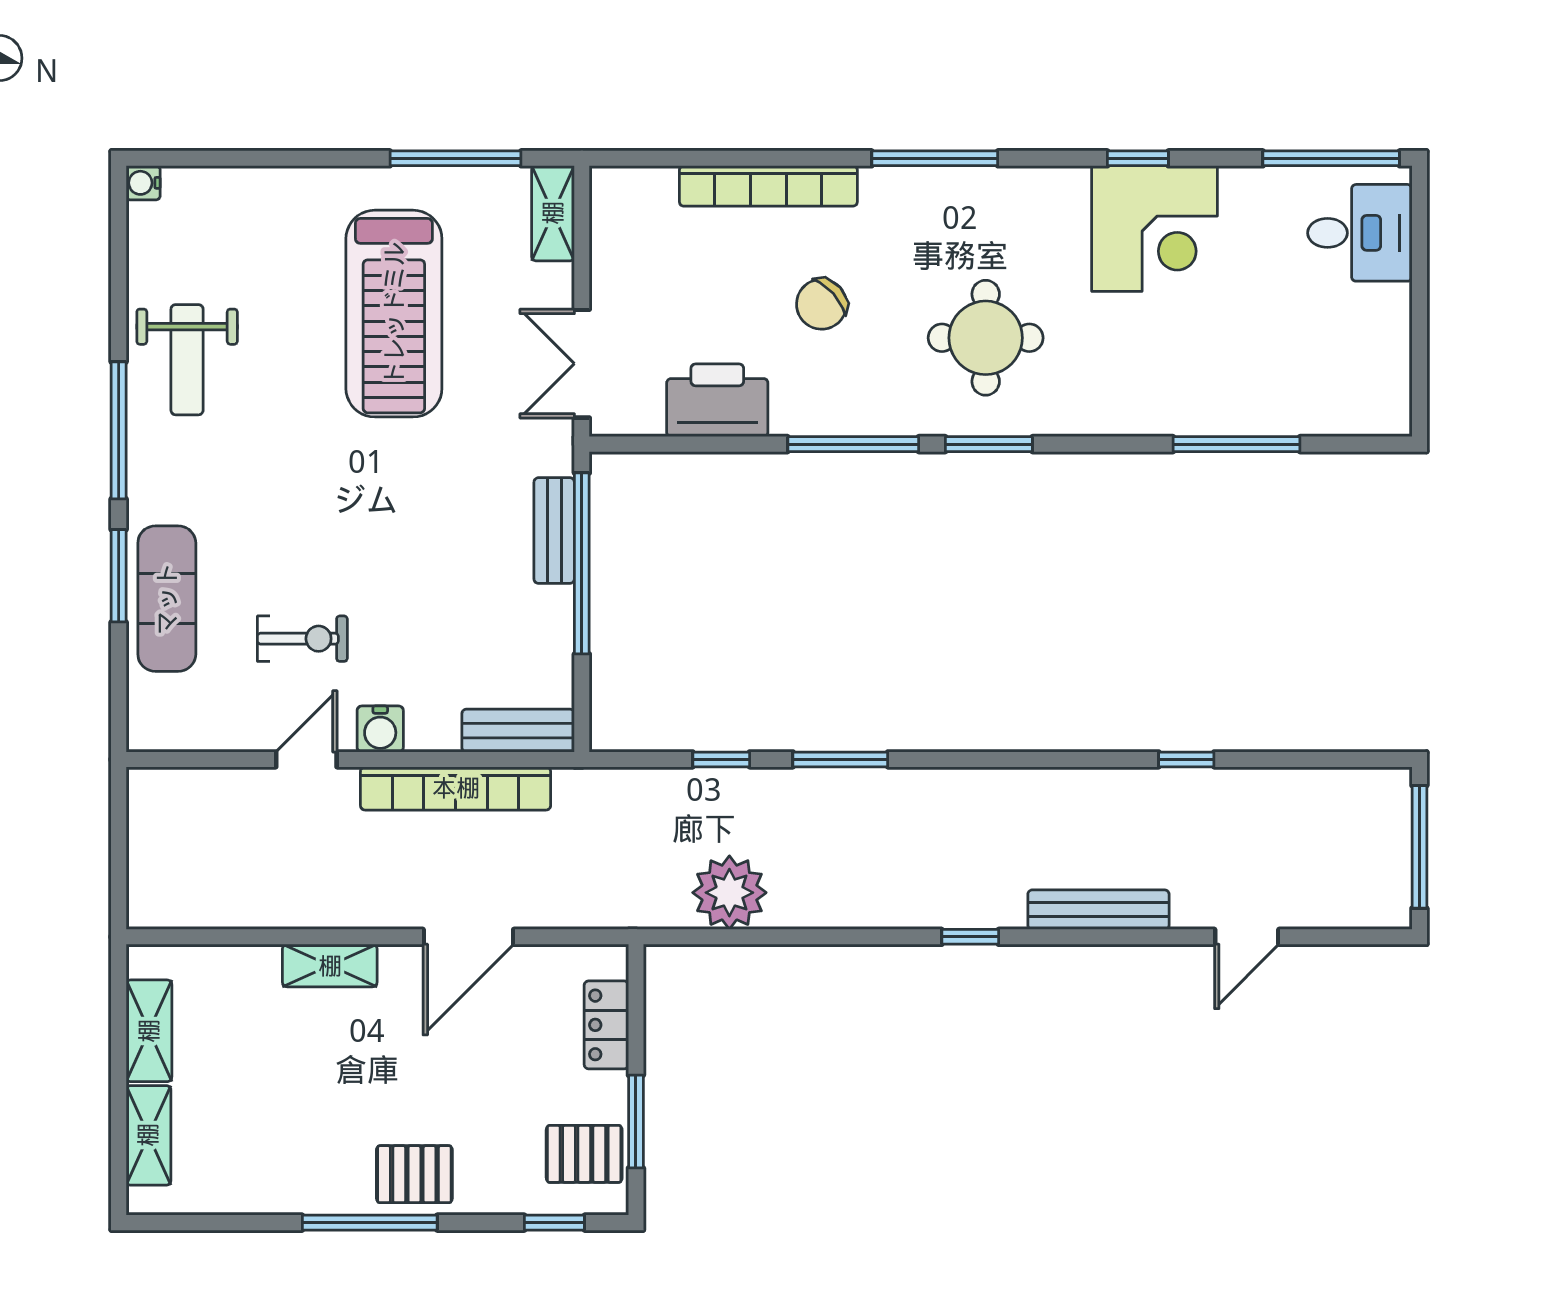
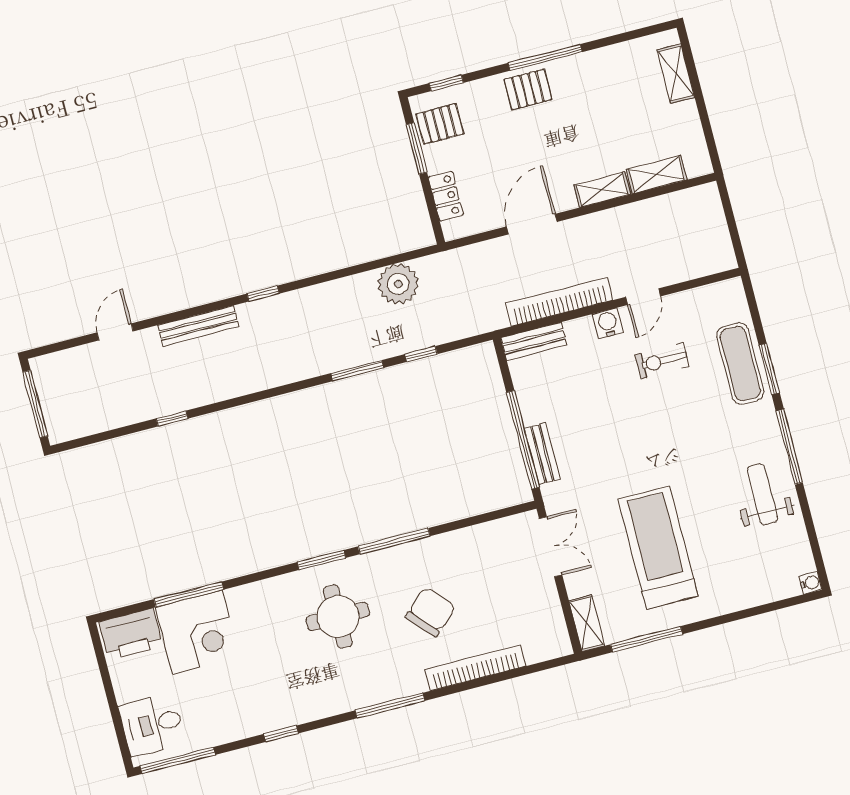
corner desk: (1155, 229) -> (197, 632), moved, turned 180
chair: (822, 304) -> (430, 612), width x1.37, depth x1.37
printer: (717, 400) -> (131, 634), moved
shelving: (149, 1031) -> (657, 175), moved, turned 90

